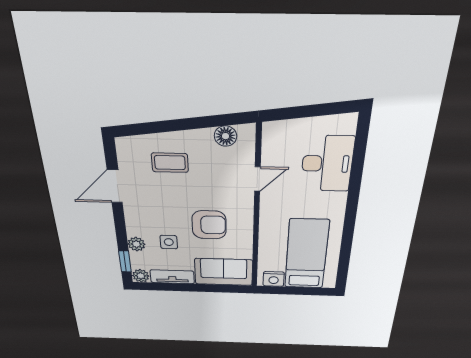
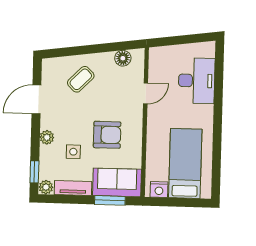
coffee table: (170, 163) -> (81, 79), turned -45
plant: (136, 244) -> (47, 137), moved
window: (216, 288) -> (110, 200), added

